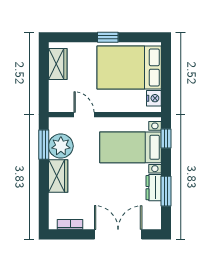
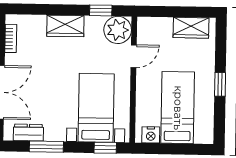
bed: (129, 67) -> (178, 108), width x0.67
window: (44, 145) -> (101, 10), width x0.67
plant: (61, 146) -> (118, 30), moved
dresser: (154, 188) -> (28, 133), moved

